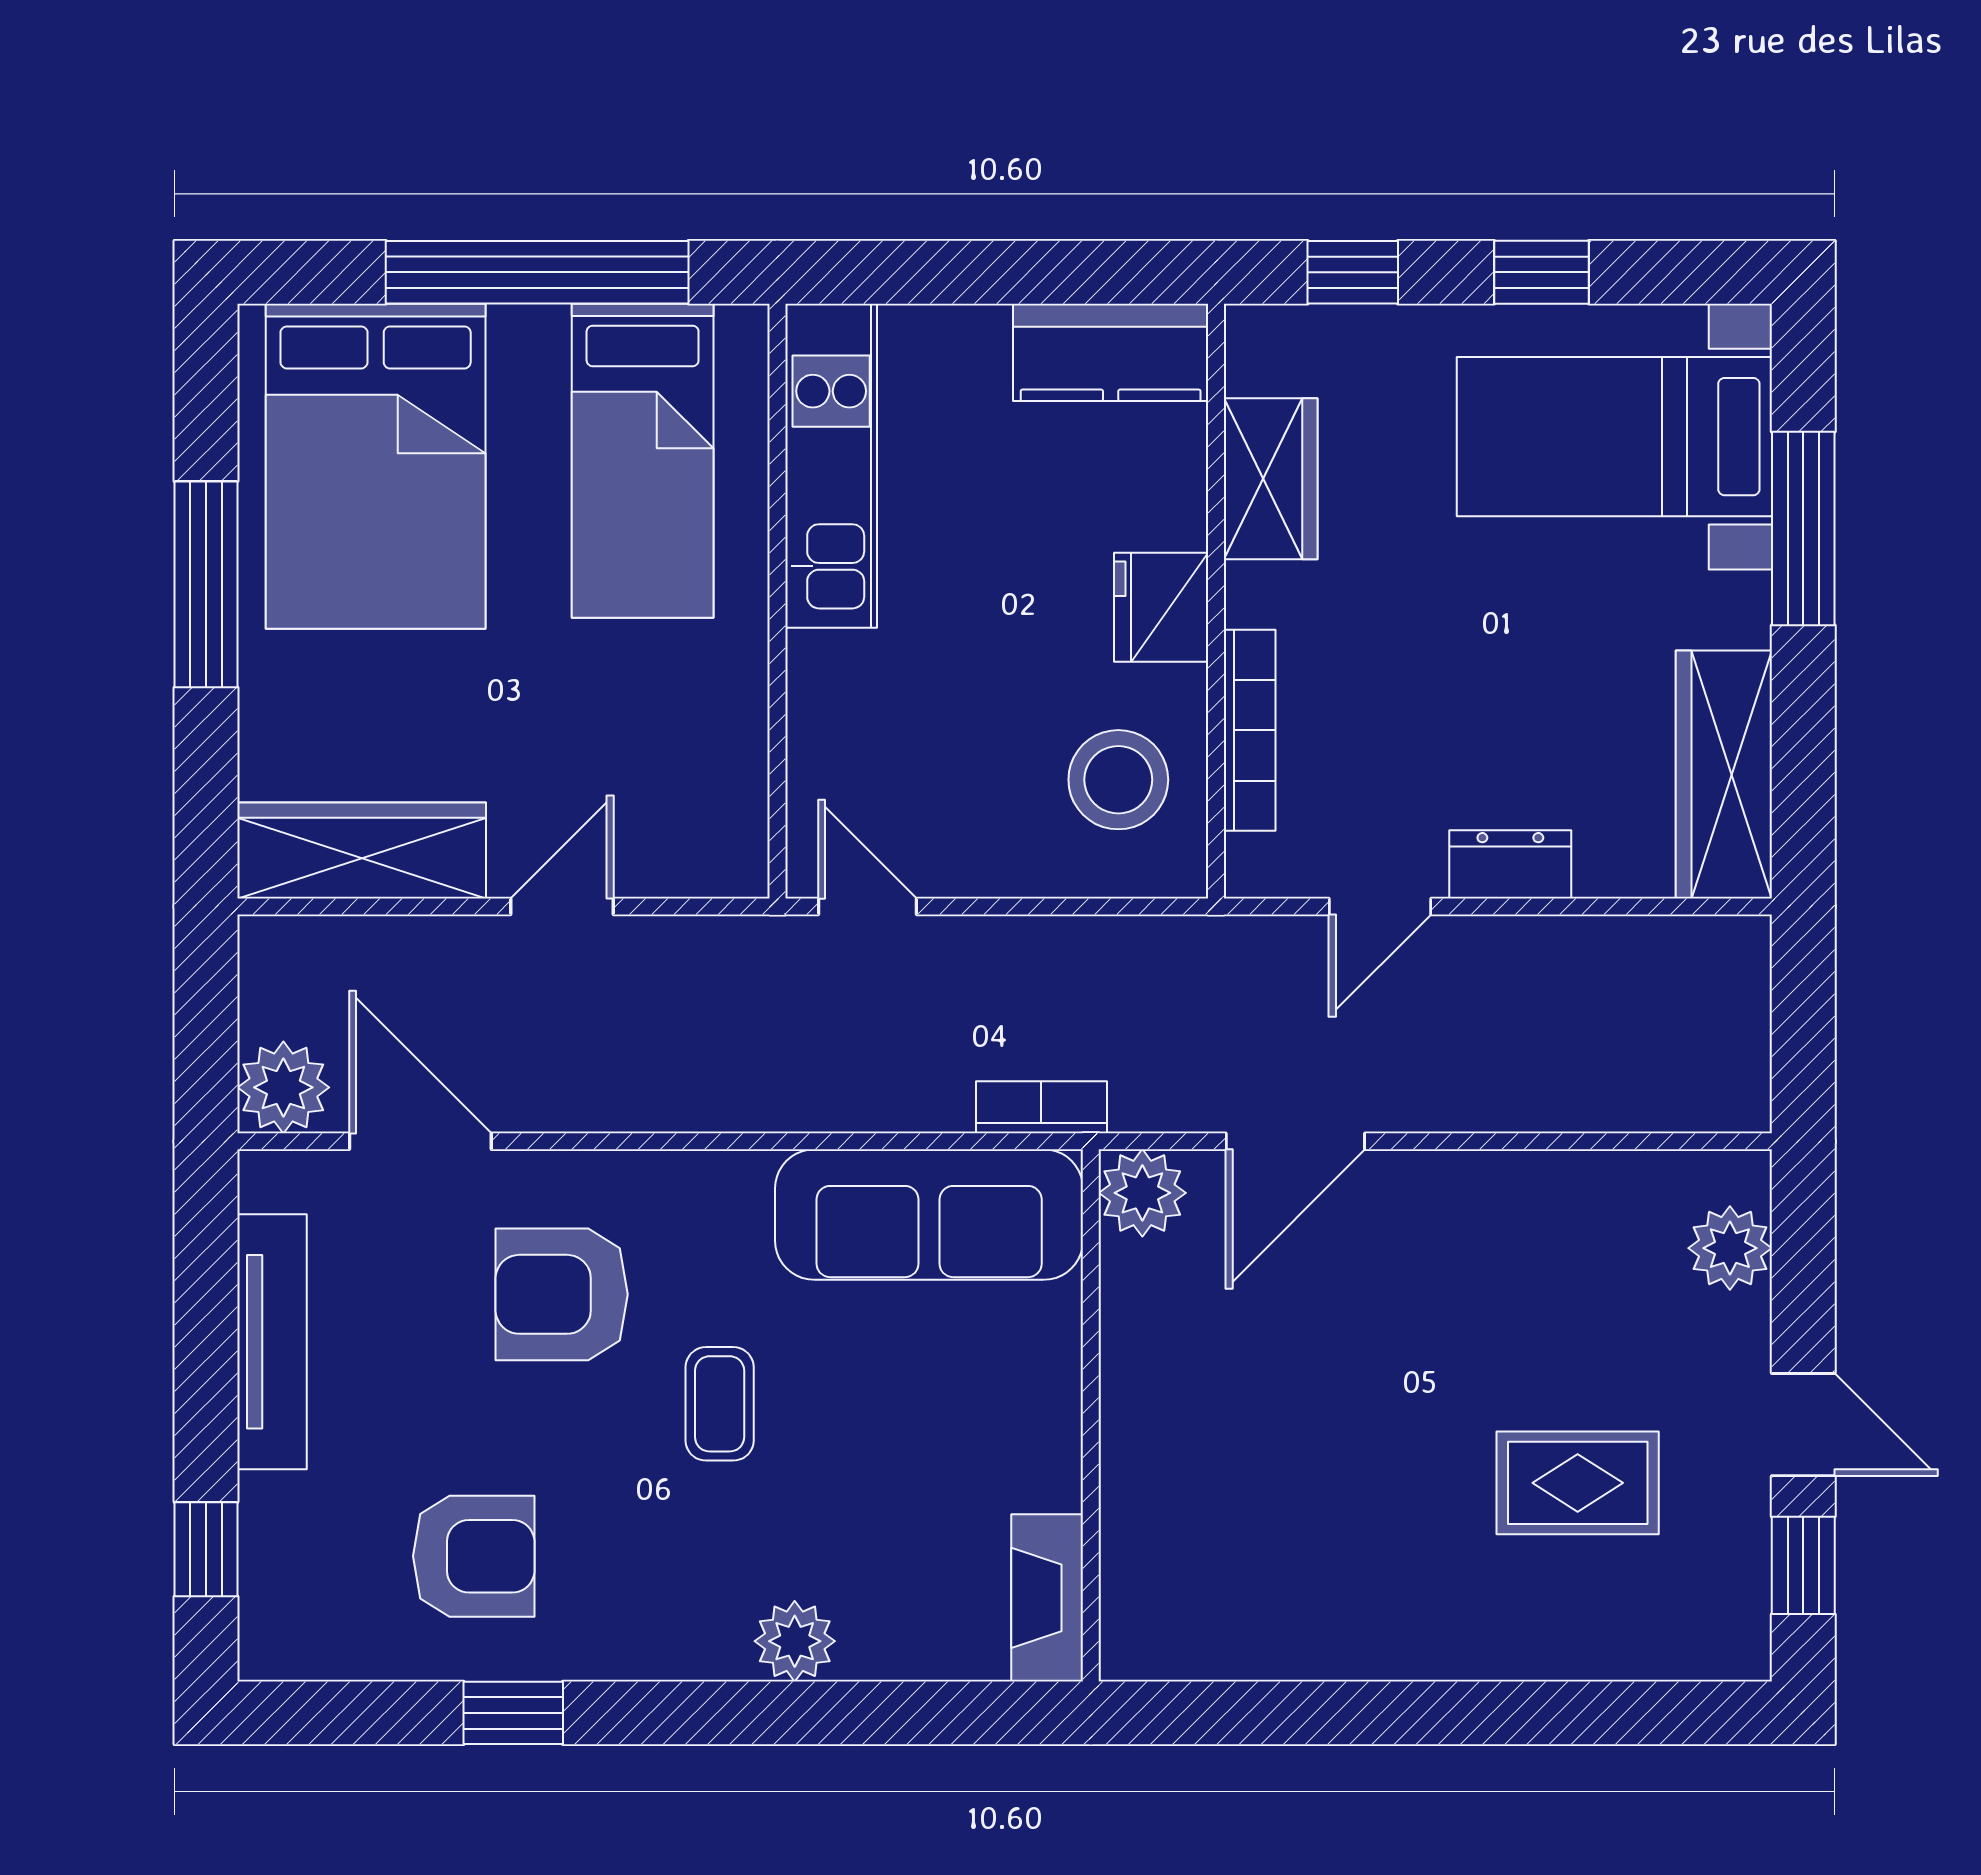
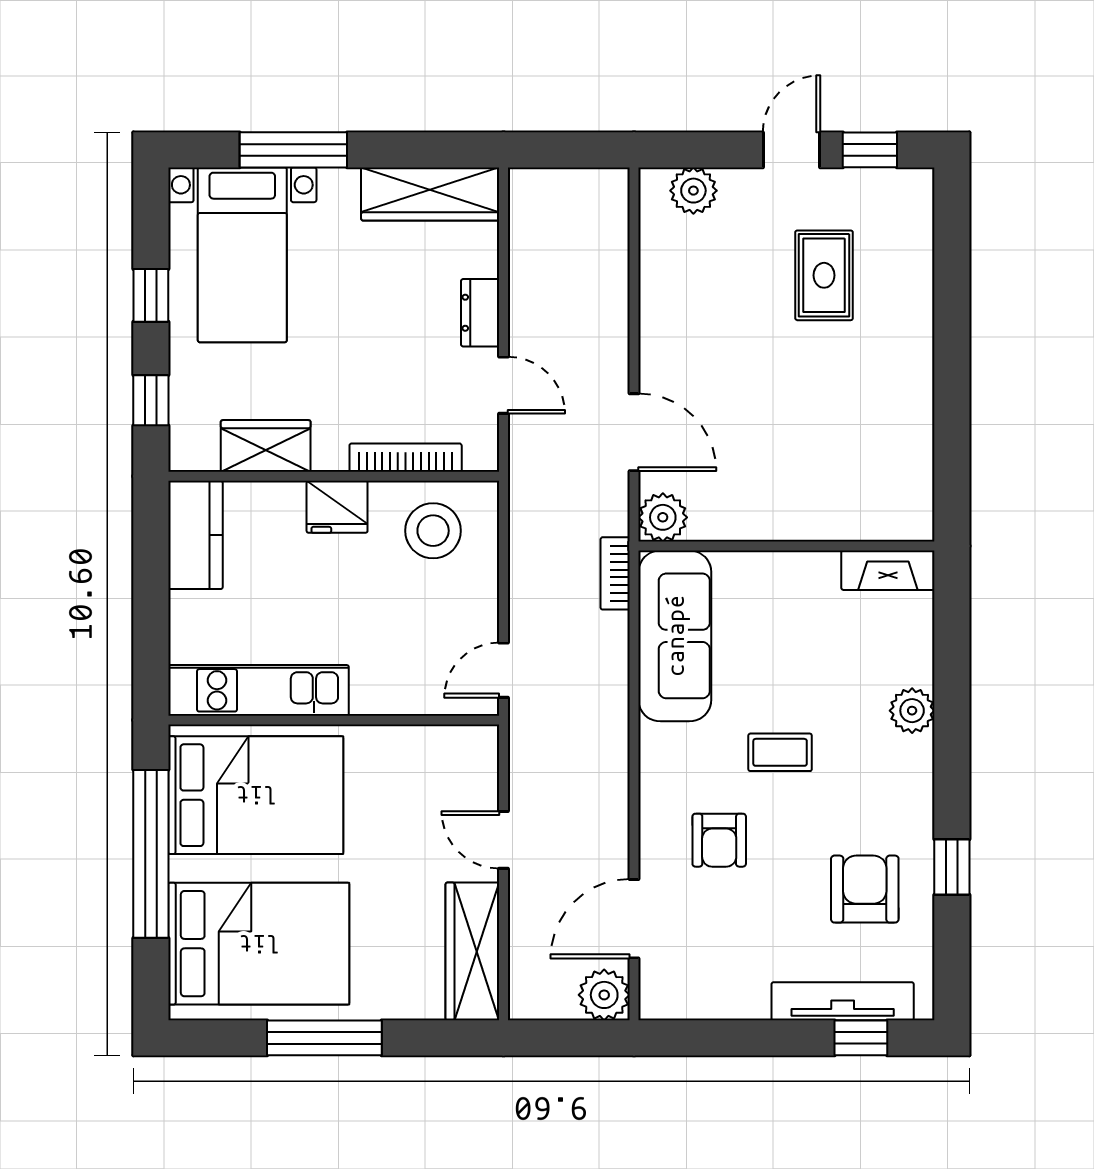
bed: (643, 461) -> (256, 795), width x1.50
armchair: (562, 1294) -> (719, 840), width x0.72, depth x0.72
tv unit: (272, 1342) -> (843, 1001), moved

